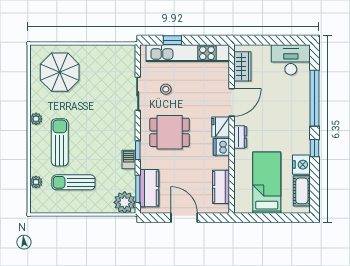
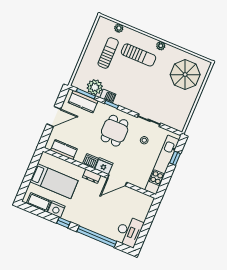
wardrobe: (242, 66) -> (138, 197), removed
door: (232, 102) -> (117, 180), hinge flipped
plant: (125, 202) -> (95, 87), moved

